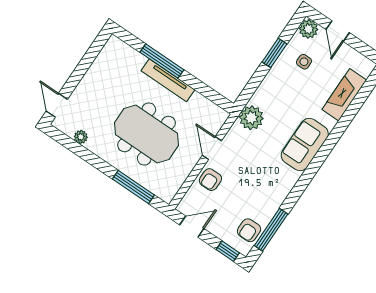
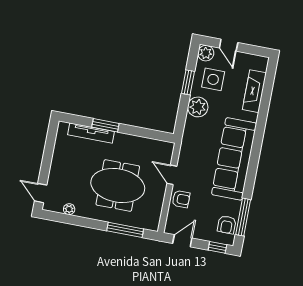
window: (162, 61) -> (105, 125), width x0.69
side table: (304, 62) -> (213, 79), width x1.87, depth x1.87
tv unit: (168, 80) -> (91, 133), moved
plant: (251, 118) -> (198, 107), moved
sofa: (305, 145) -> (234, 159), width x1.85, depth x1.27
armchair: (210, 180) -> (181, 199), turned -90

